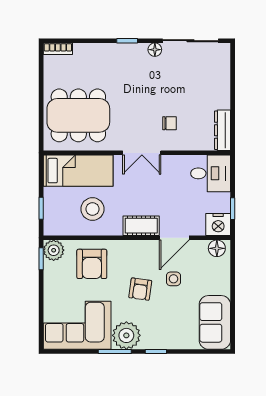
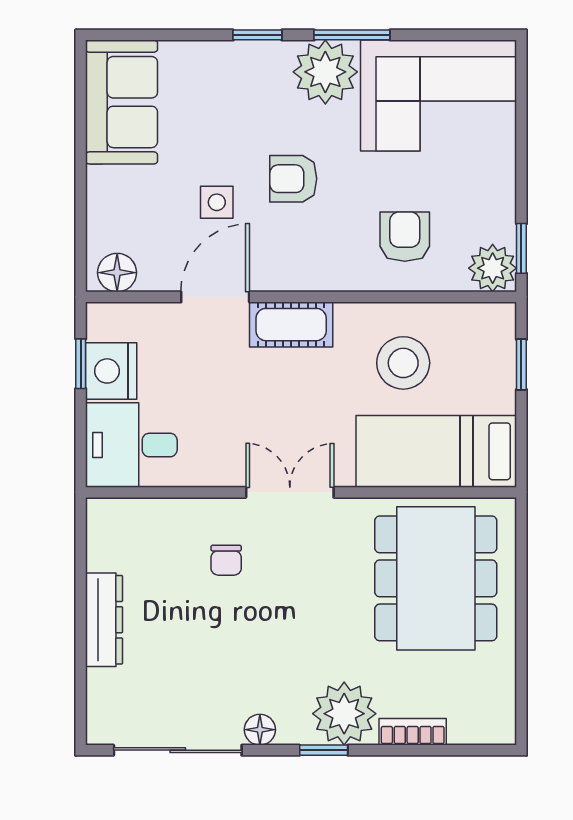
bookcase: (58, 49) -> (413, 732), moved
plant: (118, 57) -> (344, 714), added
dining table: (78, 115) -> (436, 578), turned 90
chair: (169, 123) -> (226, 560), turned -90
dresser: (223, 130) -> (104, 620), moved
nightstand: (218, 224) -> (111, 371), moved, turned -90
armchair: (92, 264) -> (405, 237), width x0.72, depth x0.72
armchair: (140, 289) -> (293, 179), turned -98

